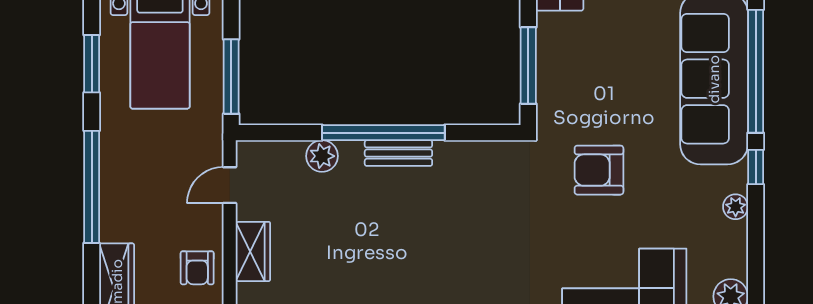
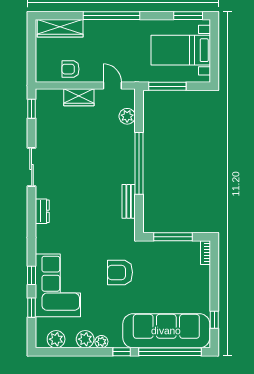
window: (92, 64) -> (188, 16), moved
bench: (398, 153) -> (129, 201), moved
plant: (322, 156) -> (127, 116), moved
armchair: (599, 170) -> (120, 272), turned -90
plant: (731, 239) -> (85, 339), added

